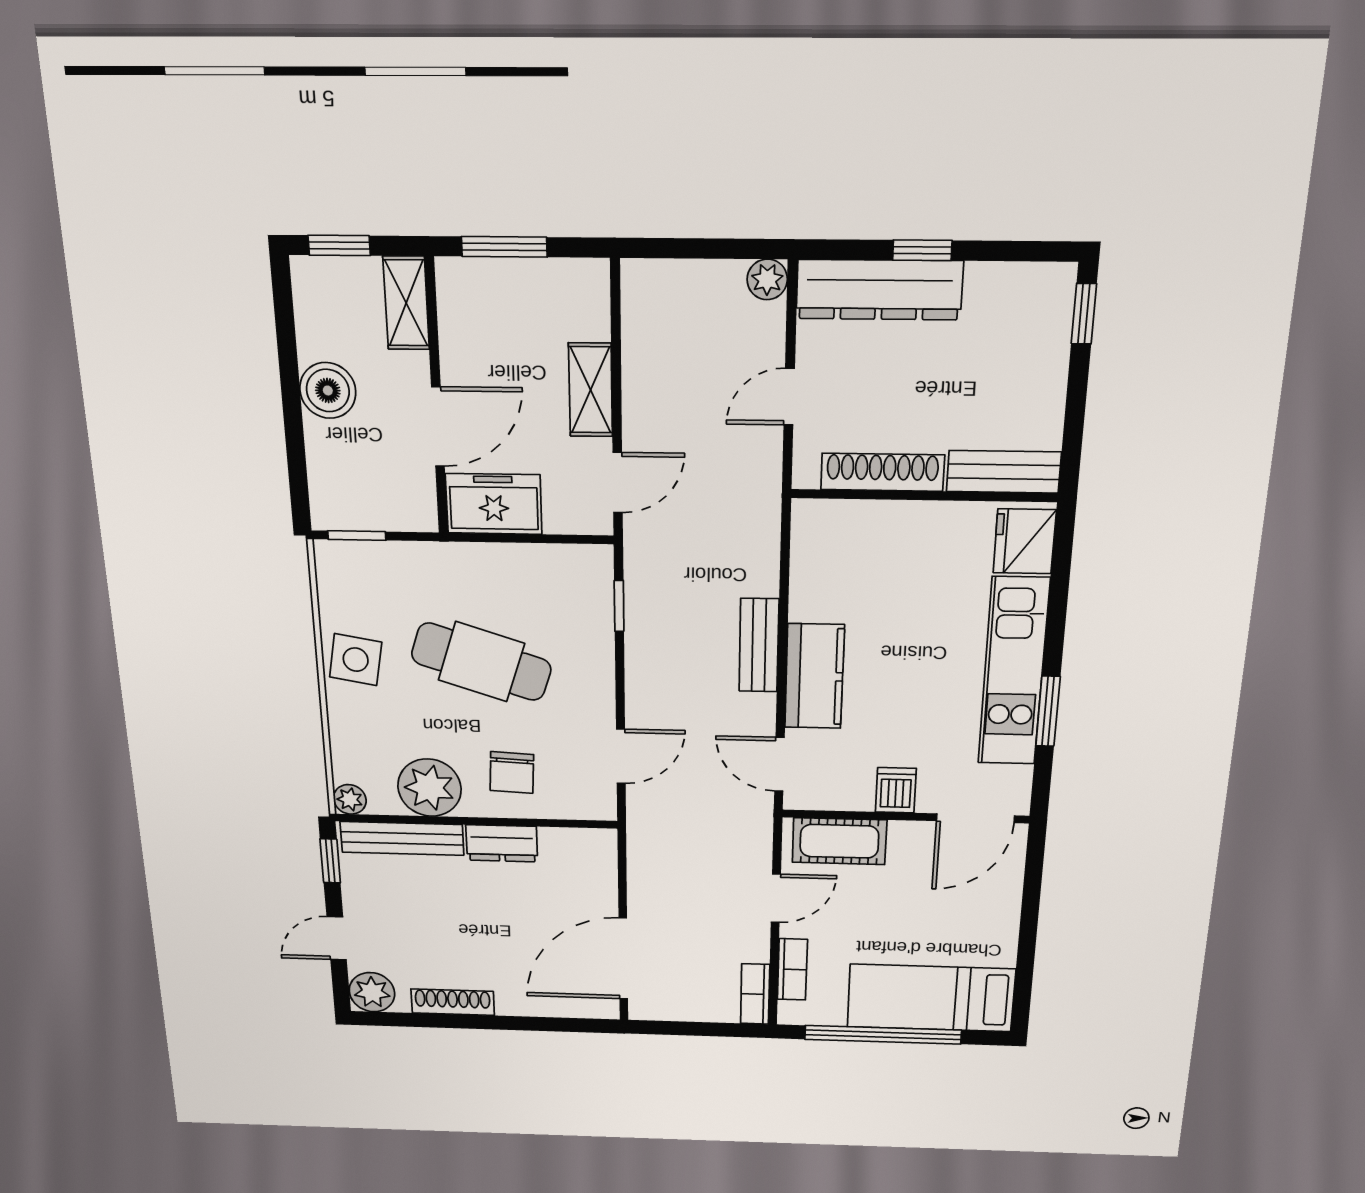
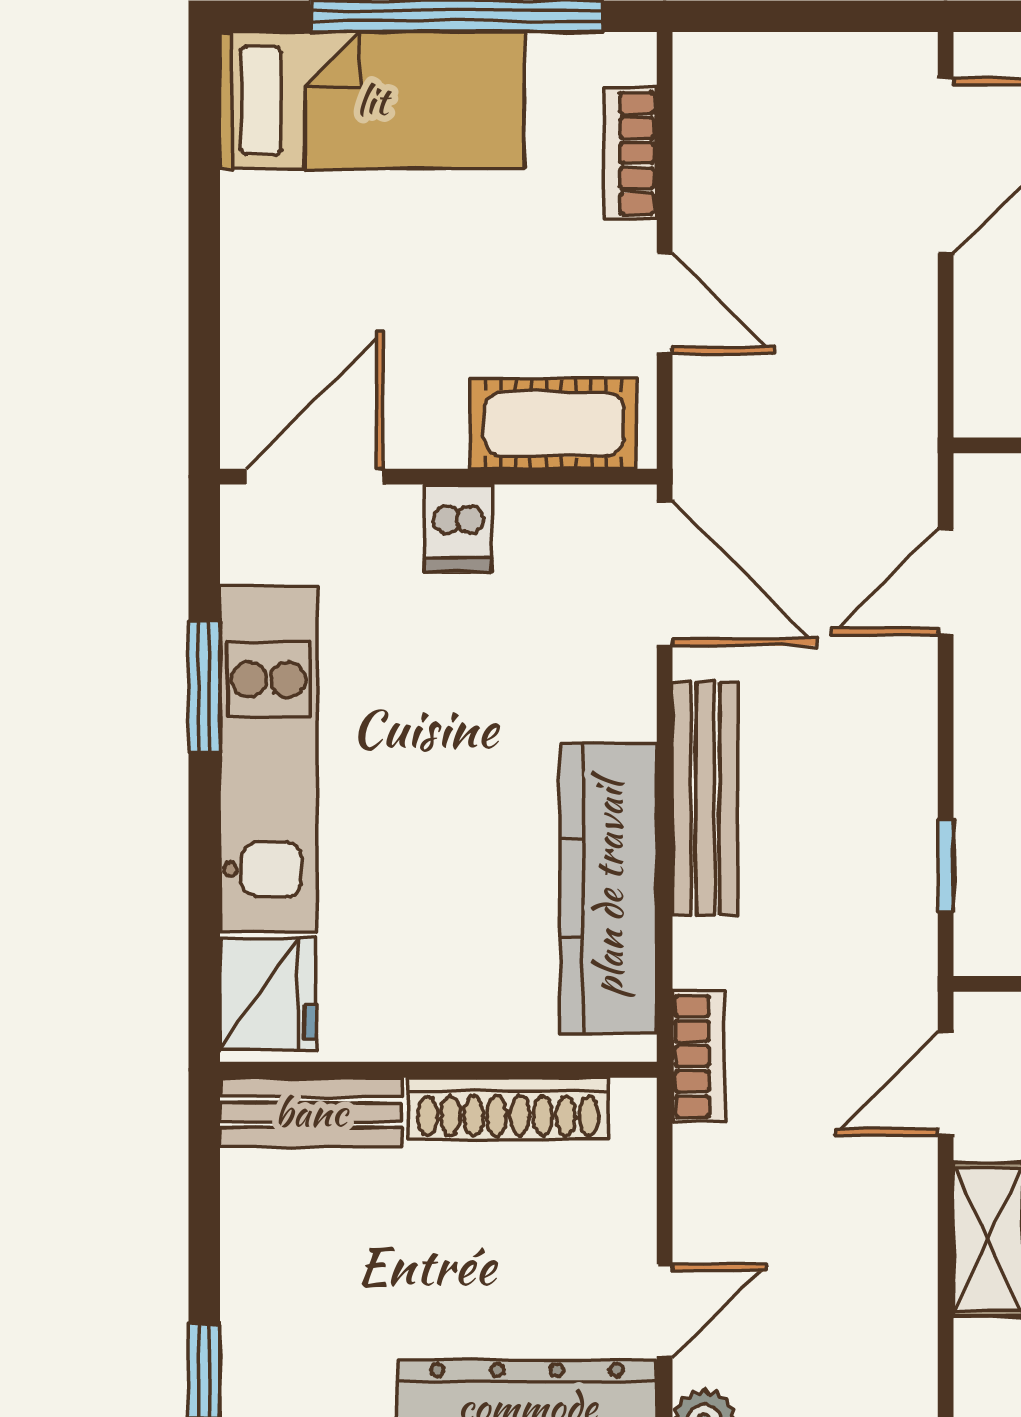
door: (789, 397) -> (665, 1311), moved
bench: (759, 645) -> (705, 798), width x1.36
kitchen counter: (814, 676) -> (608, 889), moved, width x1.50
door: (779, 764) -> (665, 574), width x1.38
door: (776, 898) -> (665, 303), swing flipped
bookcase: (755, 994) -> (699, 1056), moved

